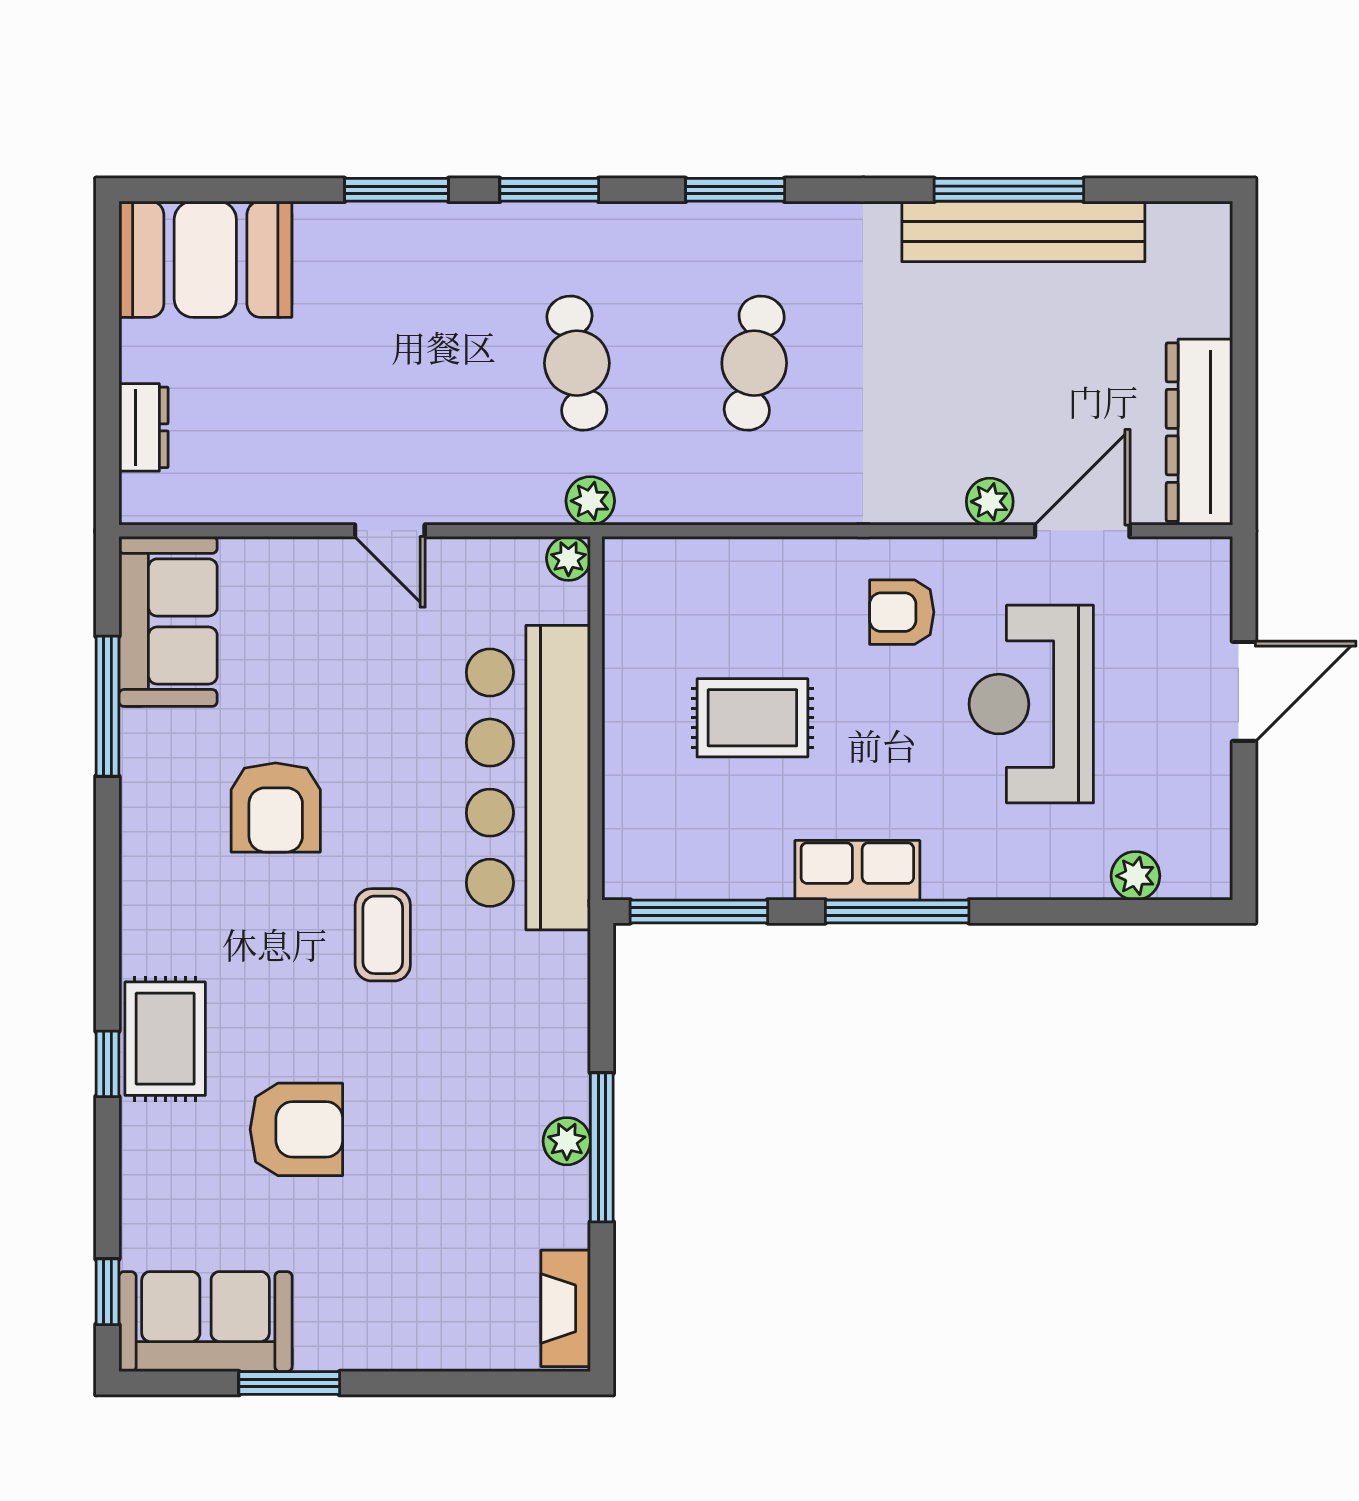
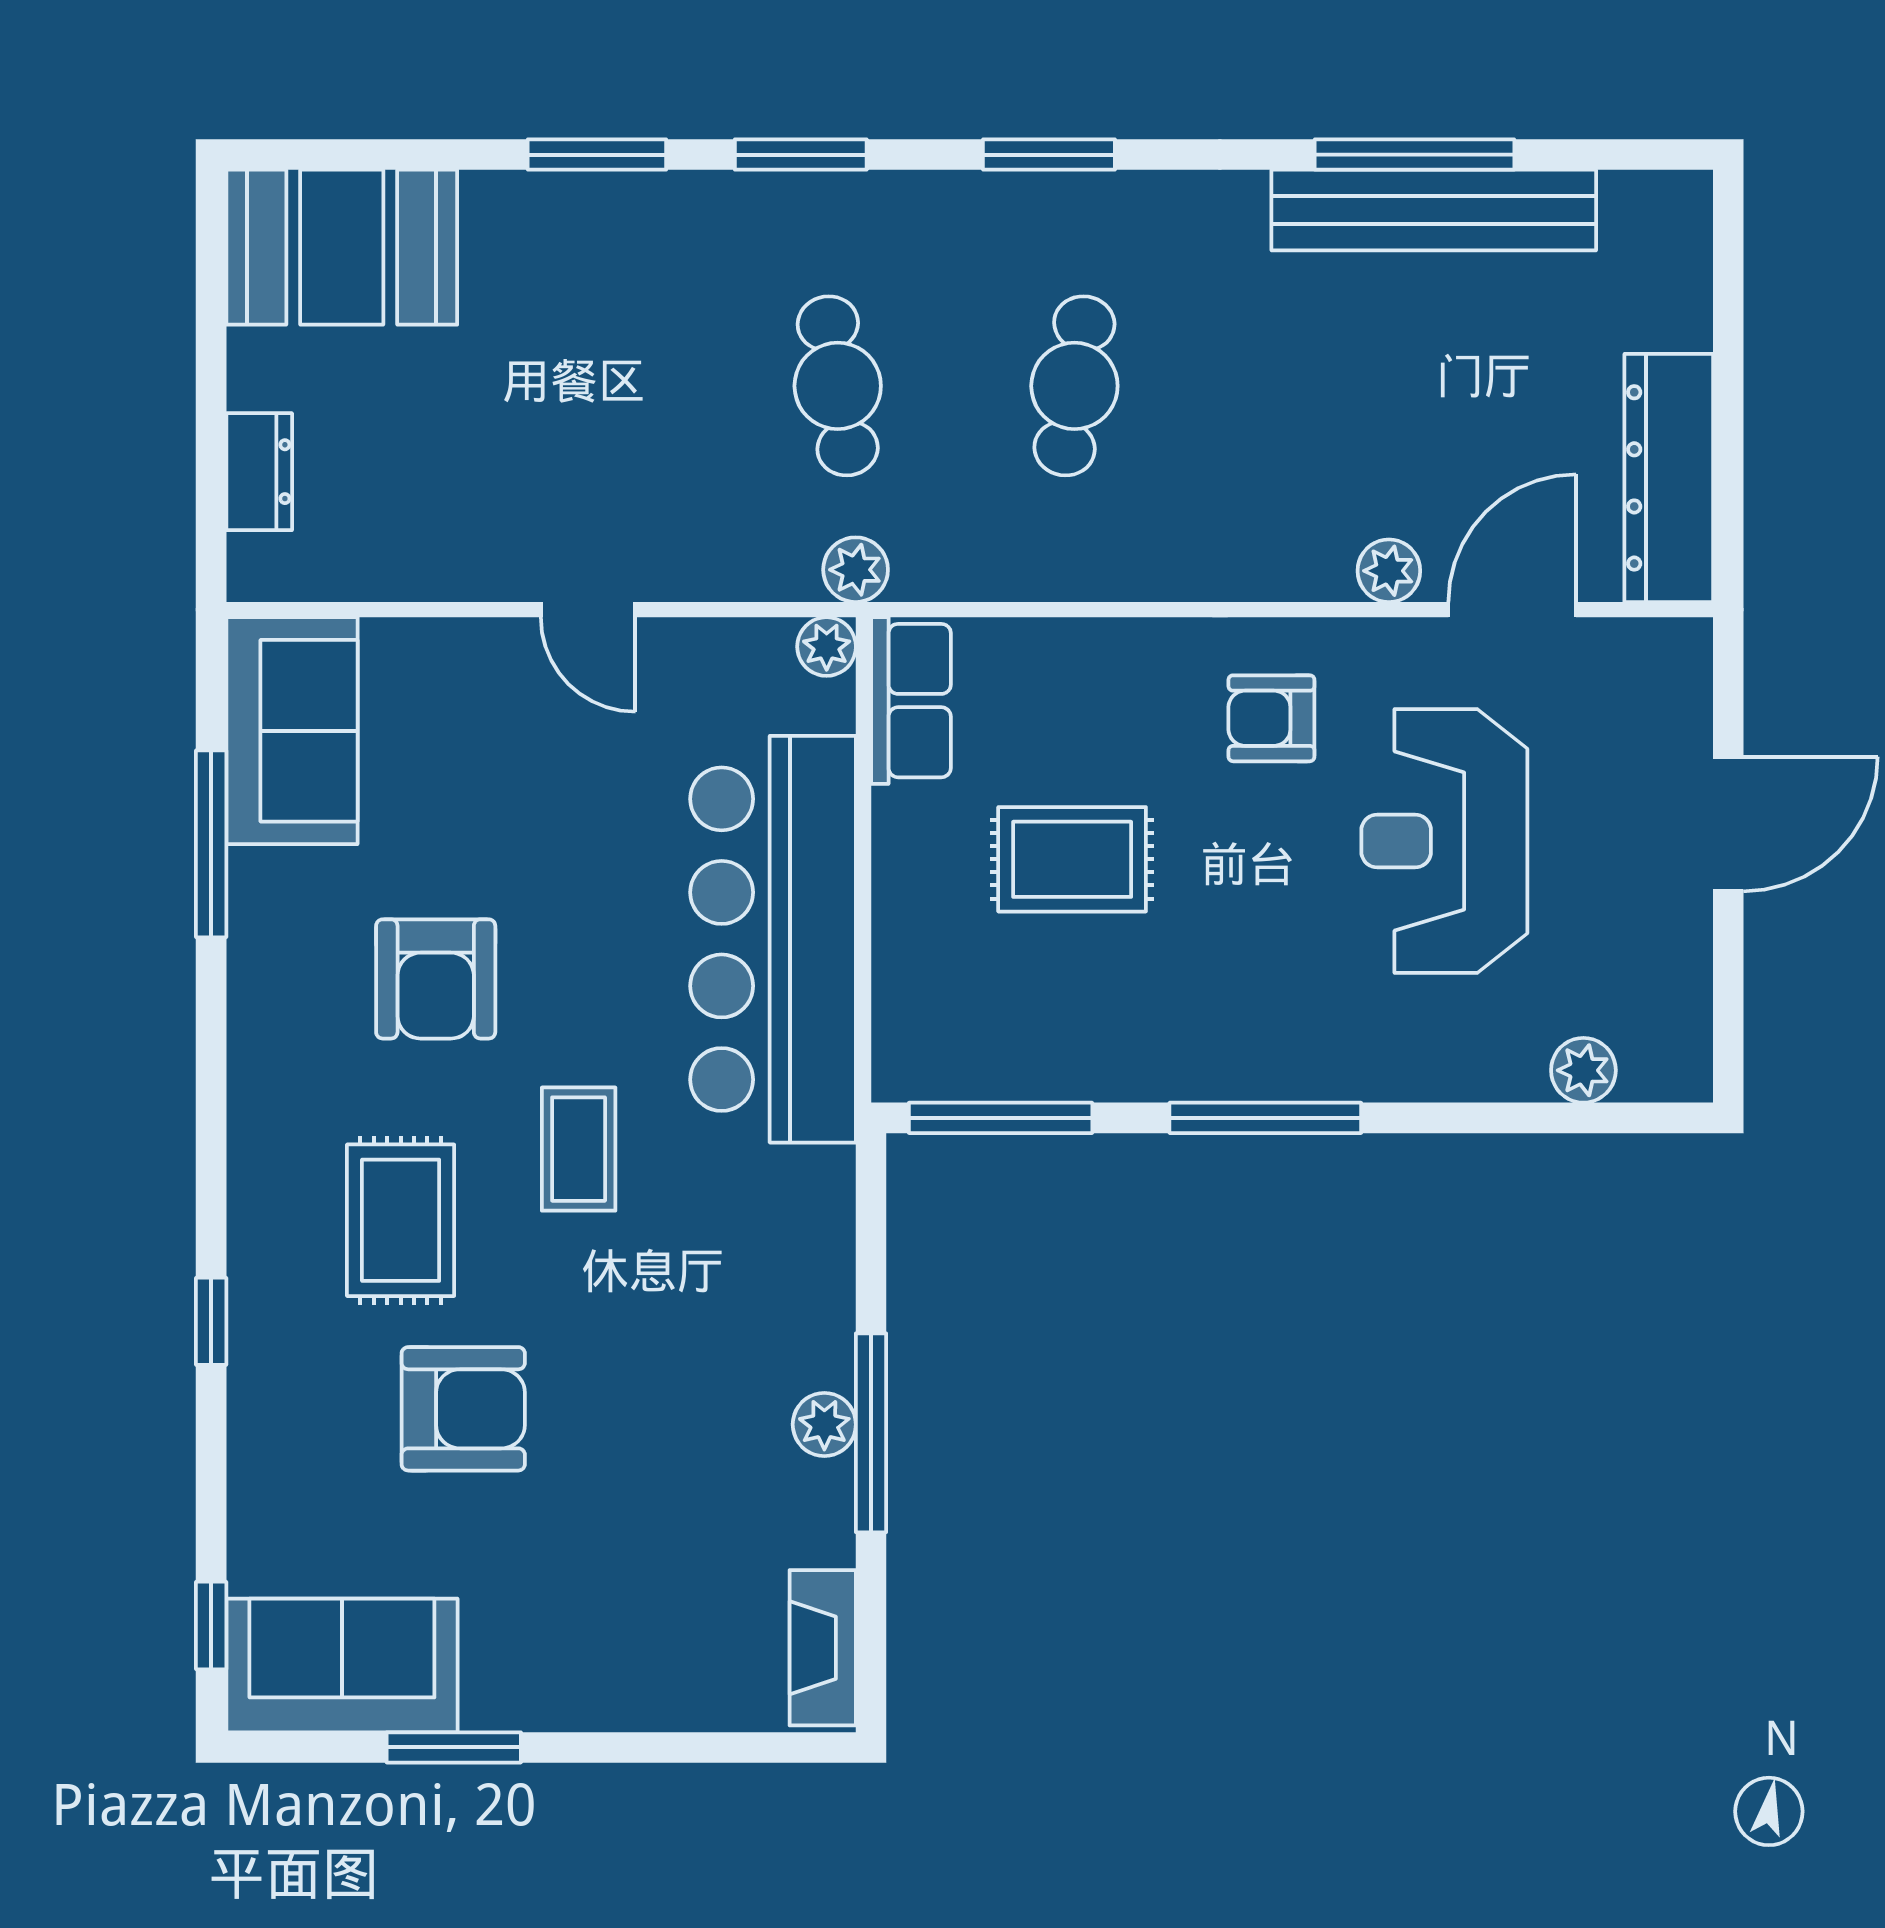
row of seats: (857, 870) -> (911, 701), moved, turned 90
rug: (165, 1039) -> (401, 1220), moved

